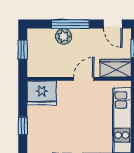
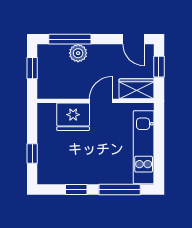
window: (70, 24) -> (70, 39), moved
fridge: (42, 93) -> (73, 117), moved

